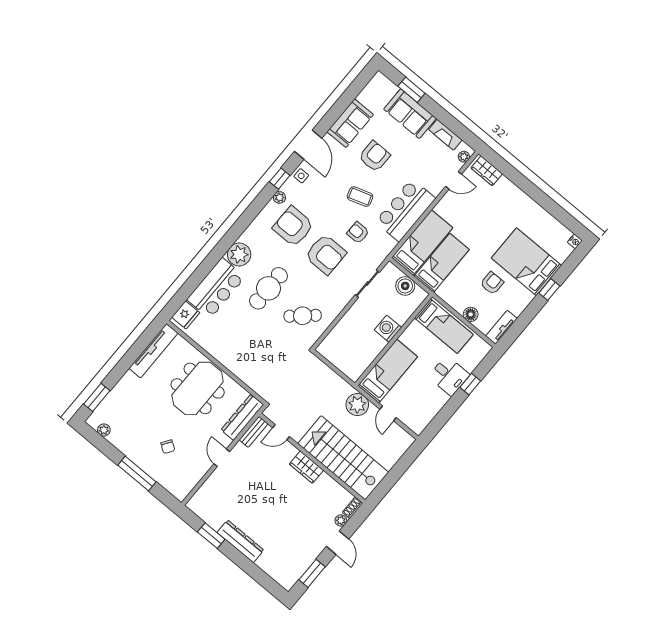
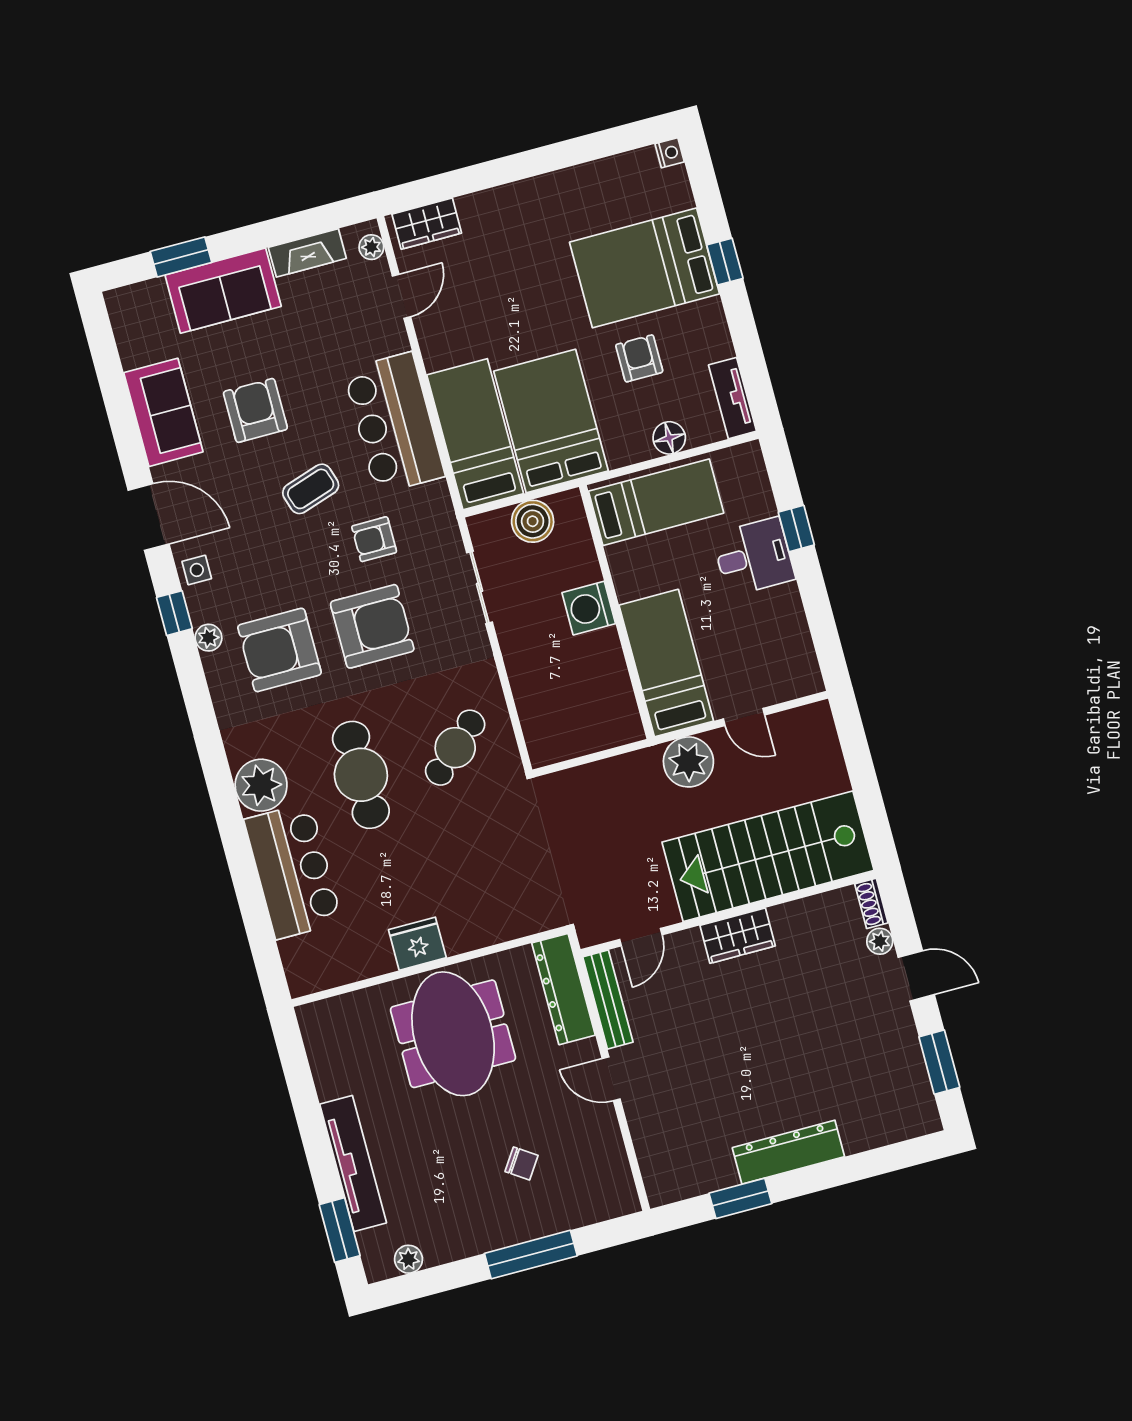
bed: (442, 263) -> (551, 421), width x1.50
fridge: (186, 315) -> (417, 944), moved, turned -90
tv unit: (153, 351) -> (353, 1164), moved
bench: (253, 432) -> (608, 1000), width x1.36

